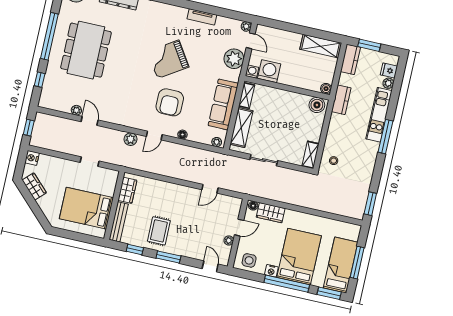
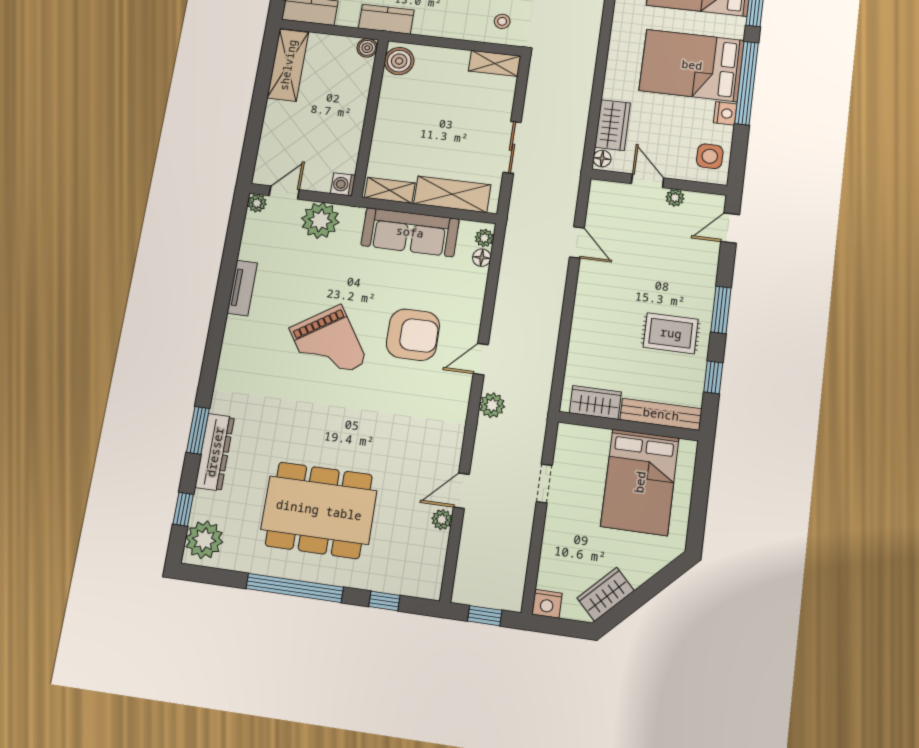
washing machine: (269, 71) -> (340, 153), removed
door: (154, 135) -> (481, 359), swing flipped
floor lamp: (182, 135) -> (482, 258), moved

